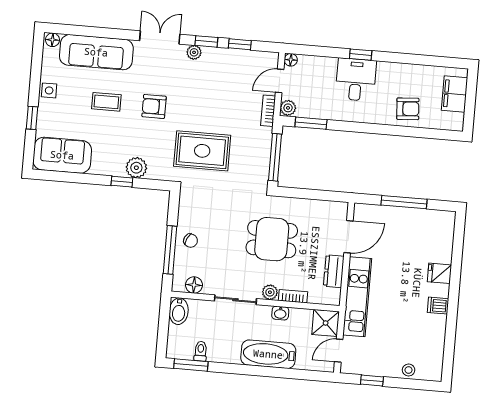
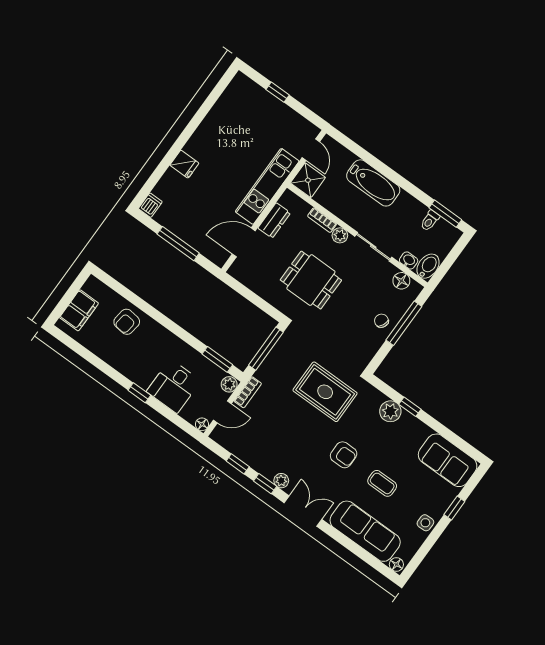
double door: (160, 37) -> (303, 511), swing flipped
desk: (356, 80) -> (174, 386), moved
armchair: (408, 109) -> (127, 322), turned -79
dishwasher: (438, 306) -> (150, 205), moved, turned -90
washbasin: (280, 313) -> (409, 260), moved
door: (339, 351) -> (311, 150), hinge flipped
stool: (409, 370) -> (261, 97), removed
window: (372, 381) -> (278, 92), moved

